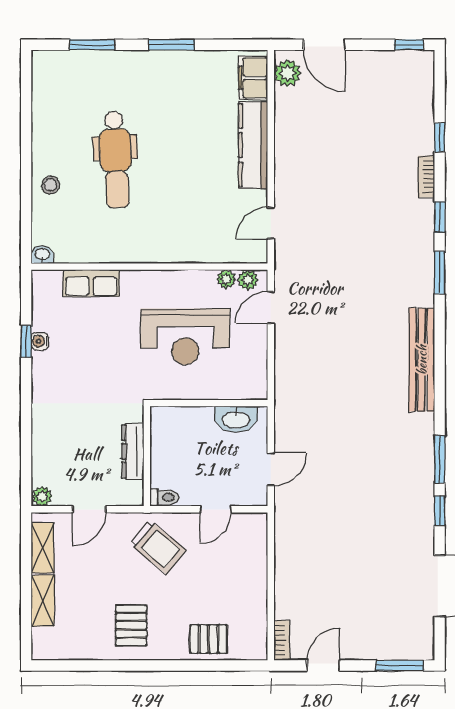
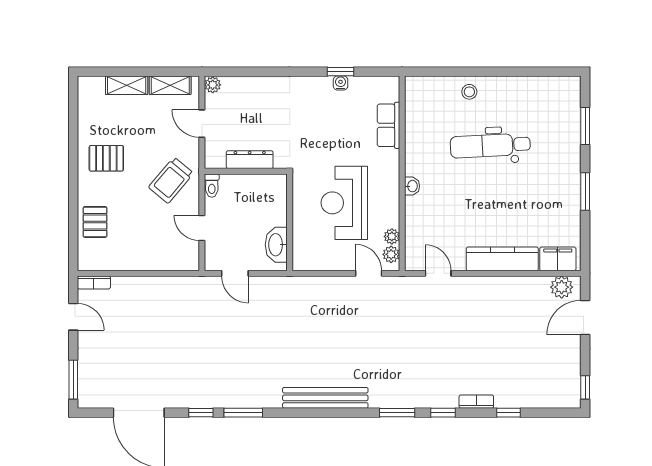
washbasin: (42, 255) -> (412, 186), moved

